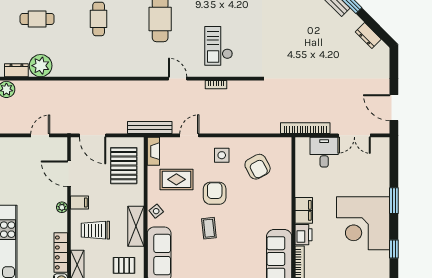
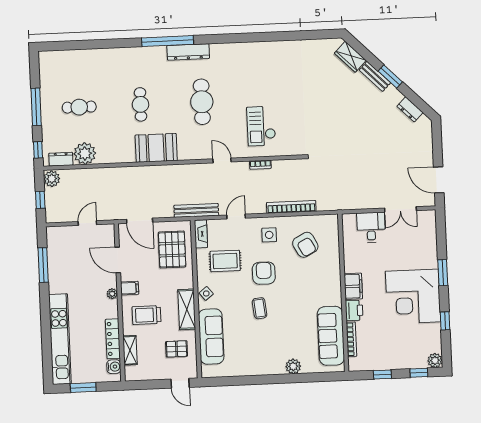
booth: (112, 63) -> (156, 148), added
bookcase: (305, 128) -> (291, 207), moved

